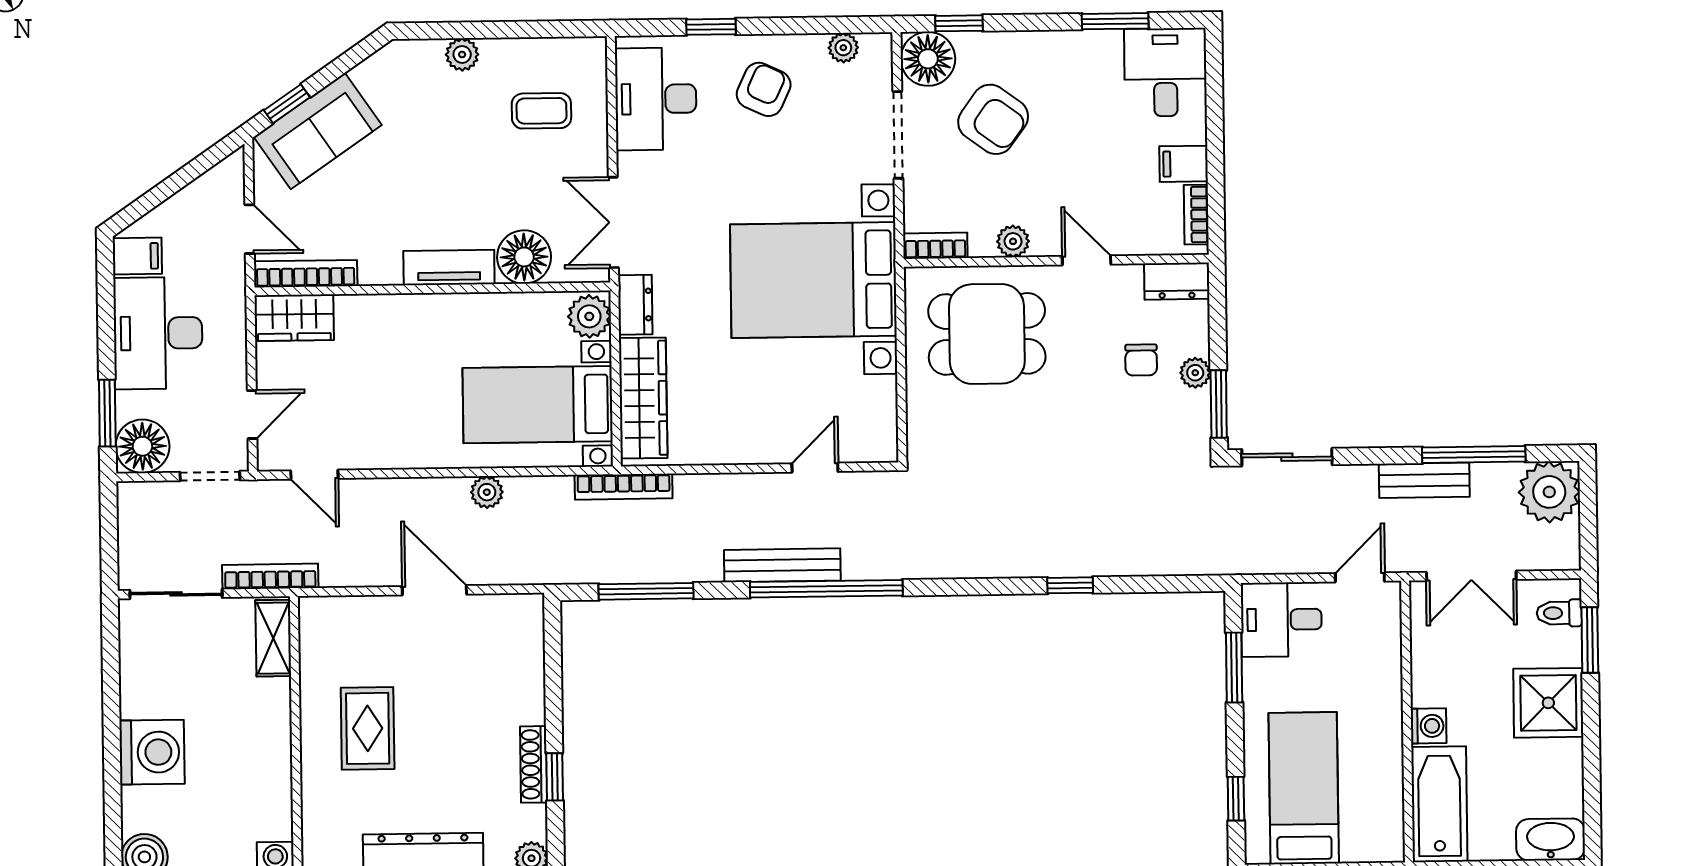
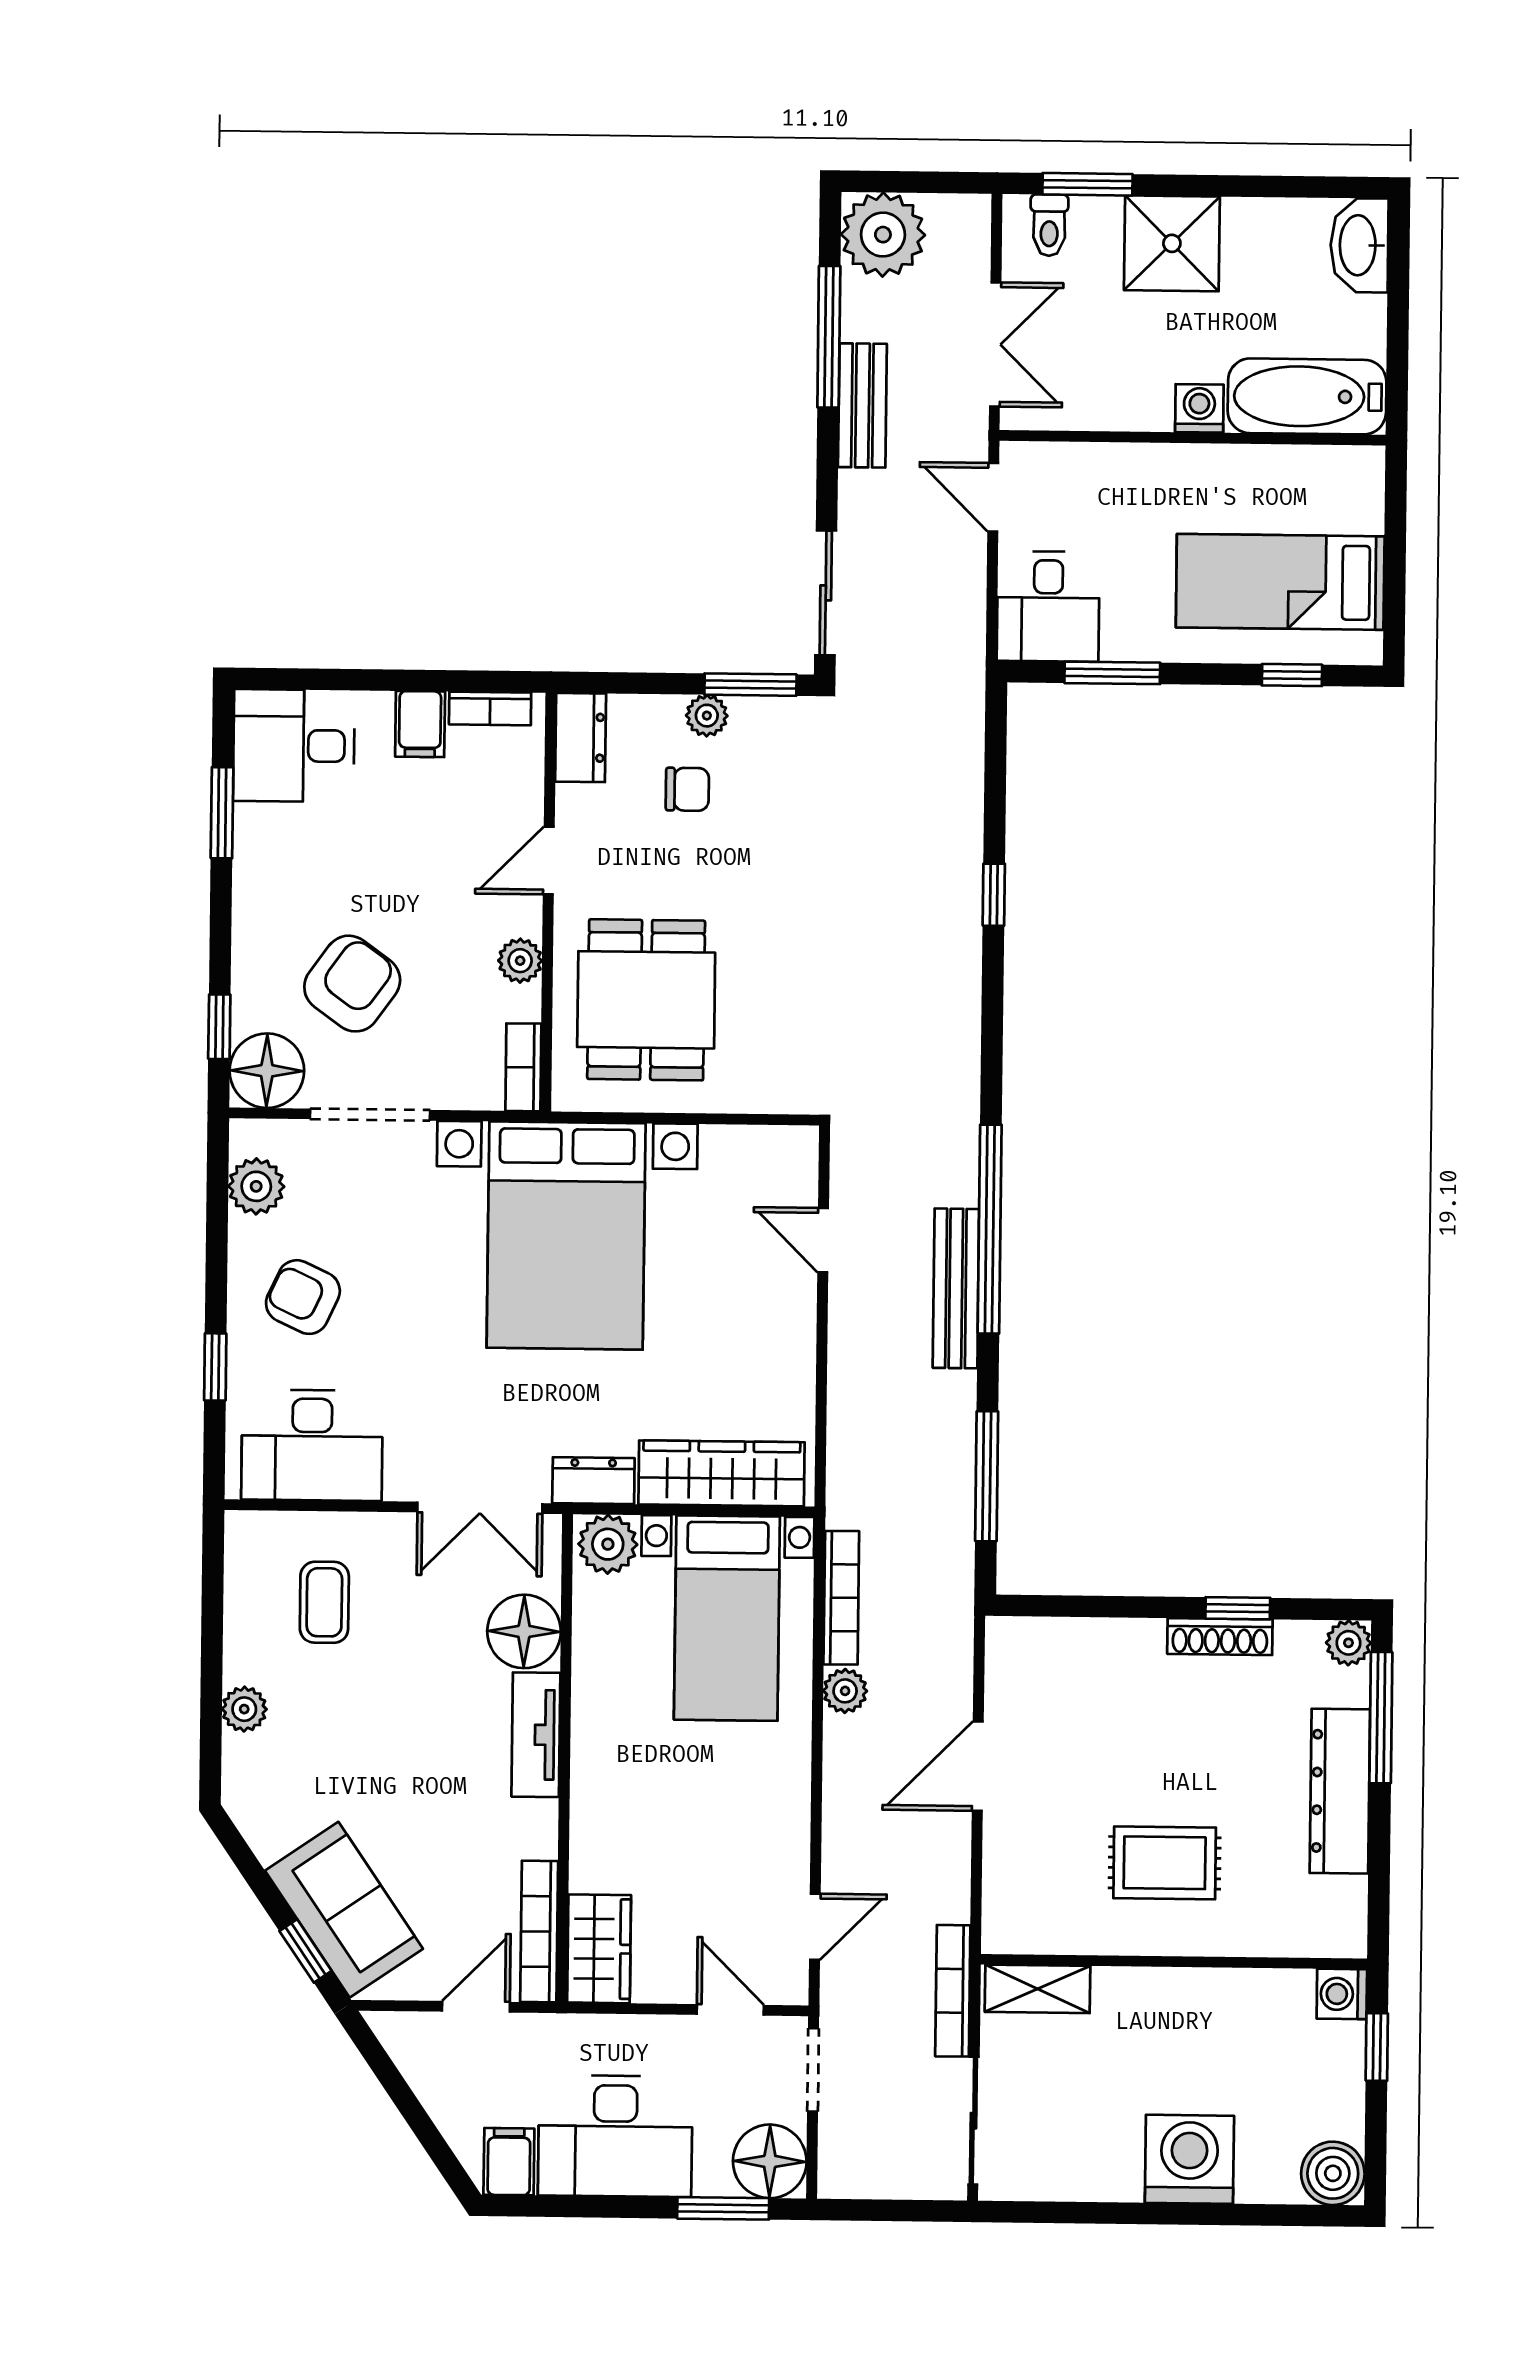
plant: (843, 48) -> (256, 1186), width x1.38, depth x1.38
bookcase: (624, 487) -> (841, 1598), moved

